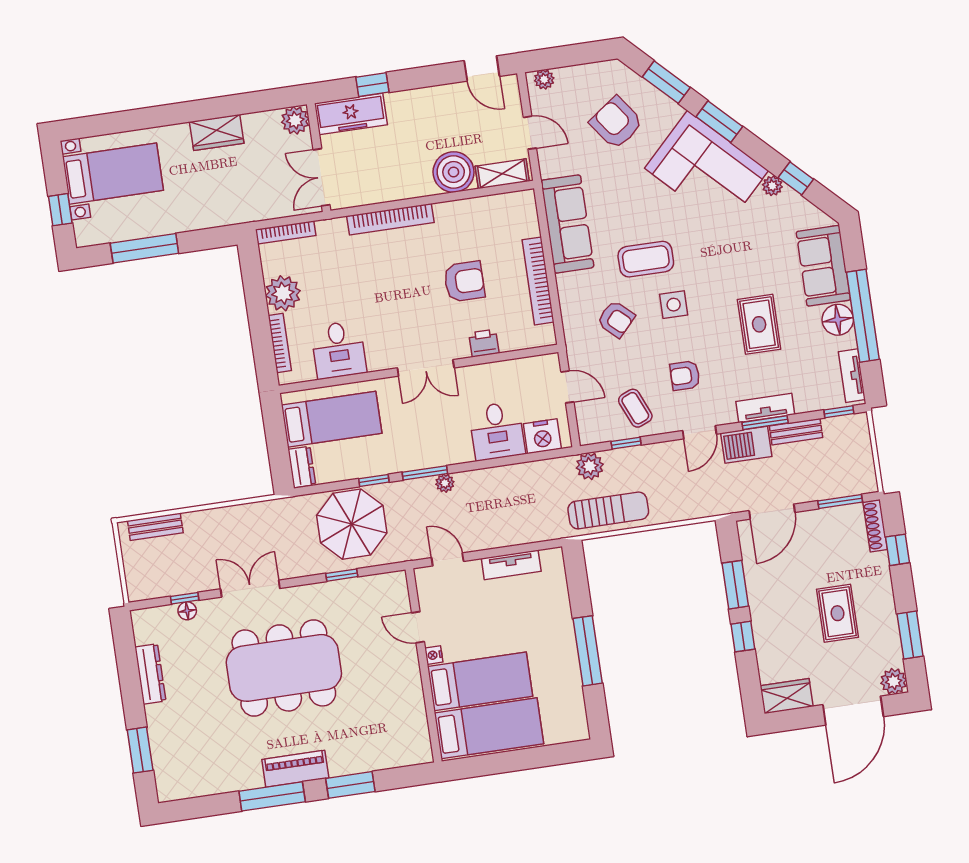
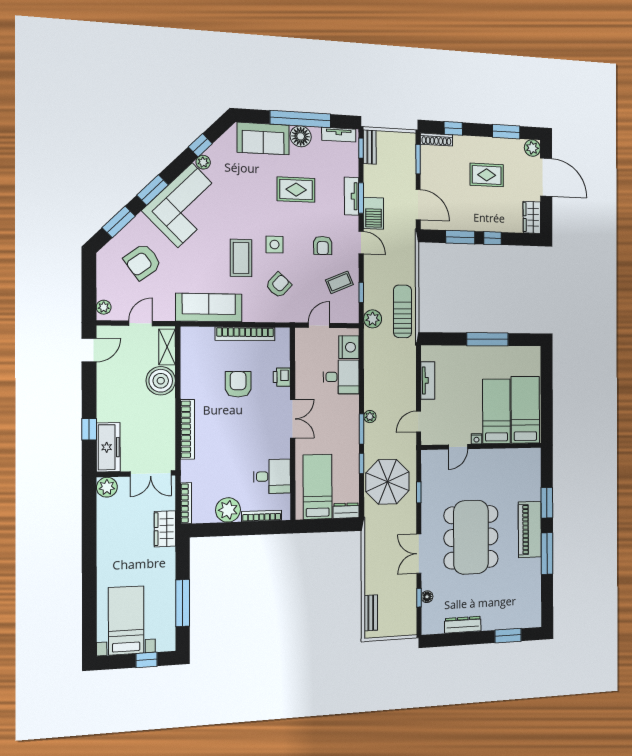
wardrobe: (217, 132) -> (165, 529), moved, turned 180
bench: (796, 432) -> (370, 147), moved
piano: (295, 769) -> (530, 529), width x1.37, depth x1.33

